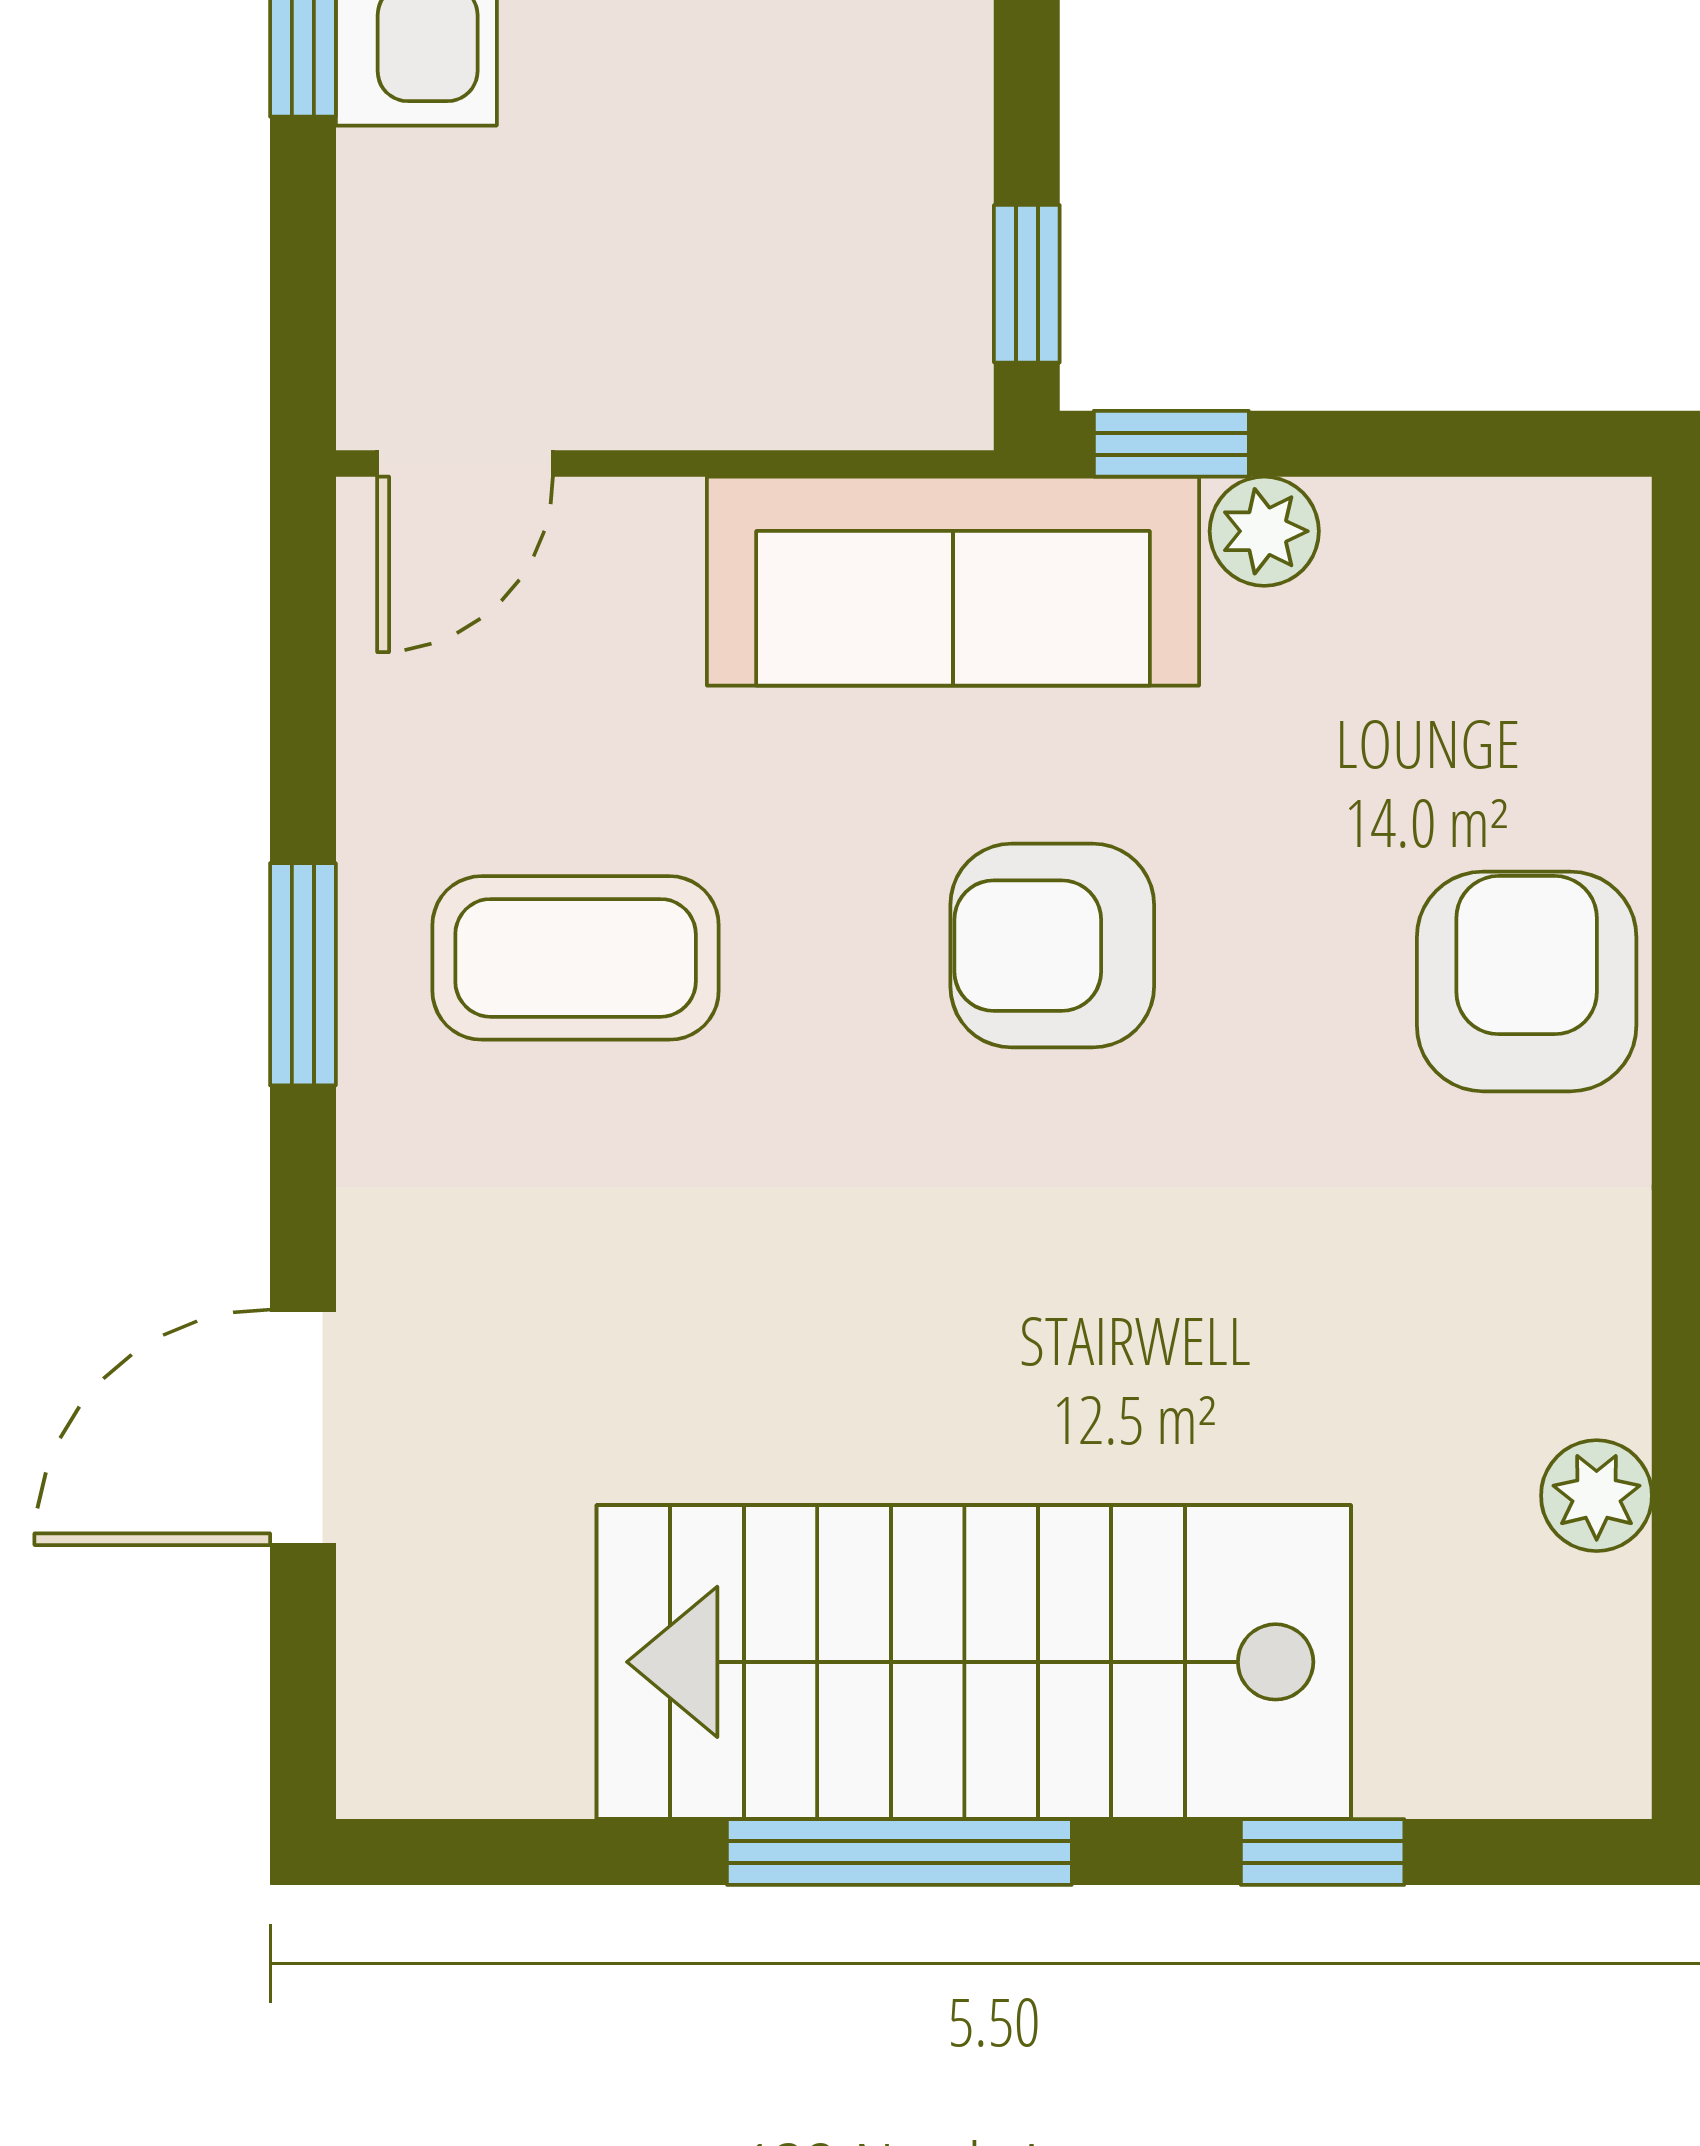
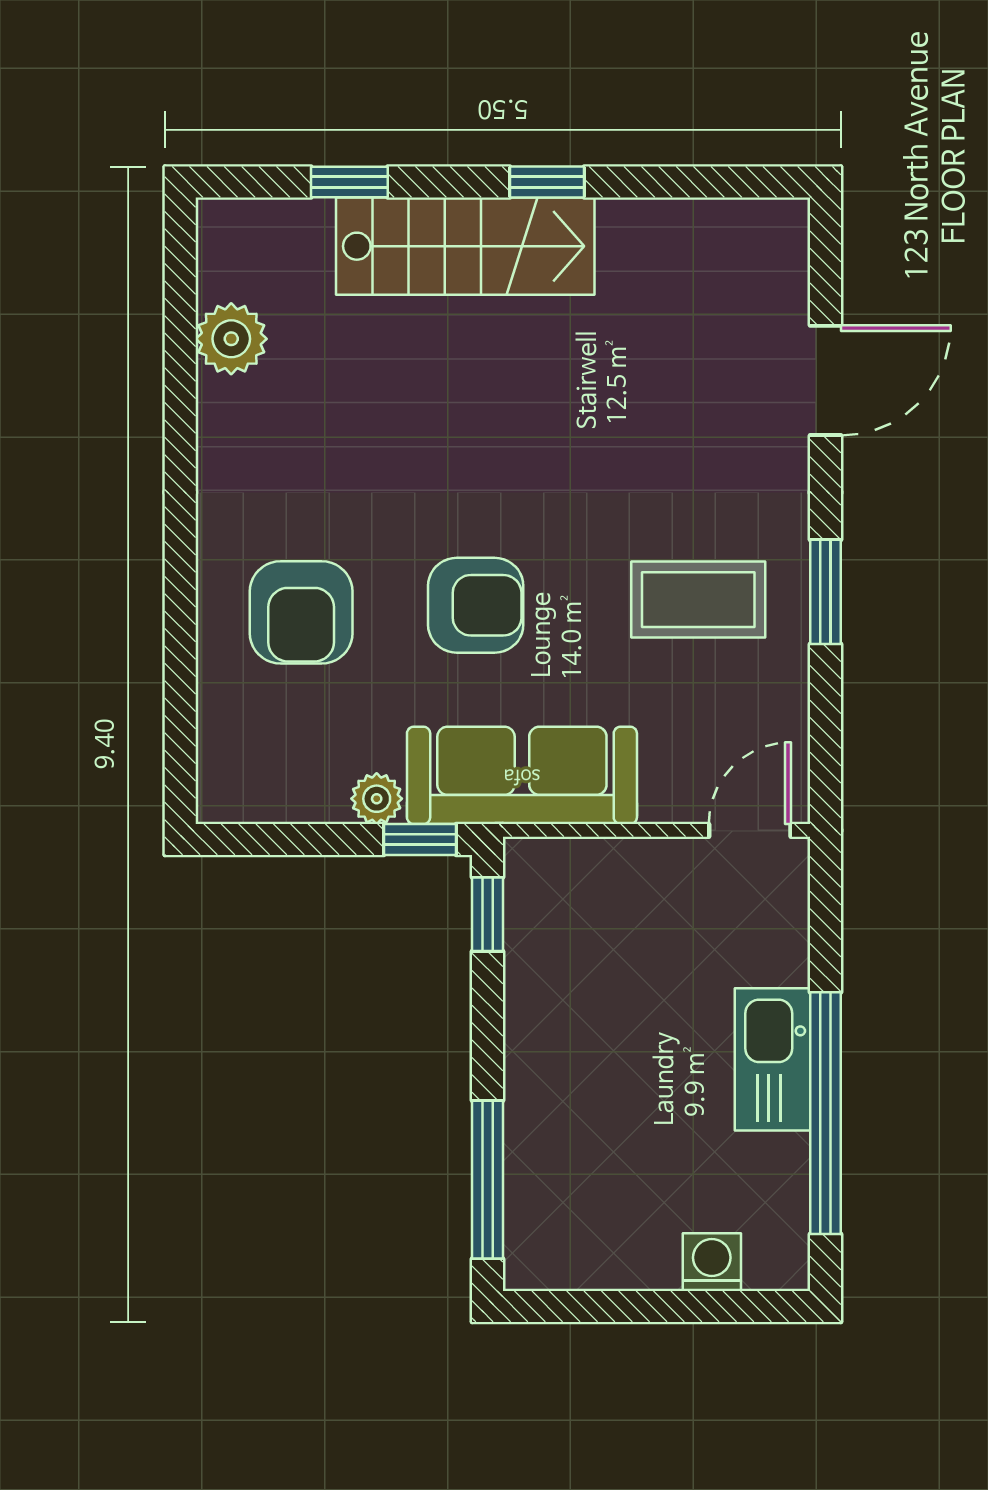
armchair: (1527, 981) -> (301, 612), moved
plant: (1597, 1496) -> (231, 339), width x1.38, depth x1.38
stairs: (974, 1662) -> (465, 246), width x0.73, depth x0.66
window: (899, 1852) -> (547, 182), width x0.46

